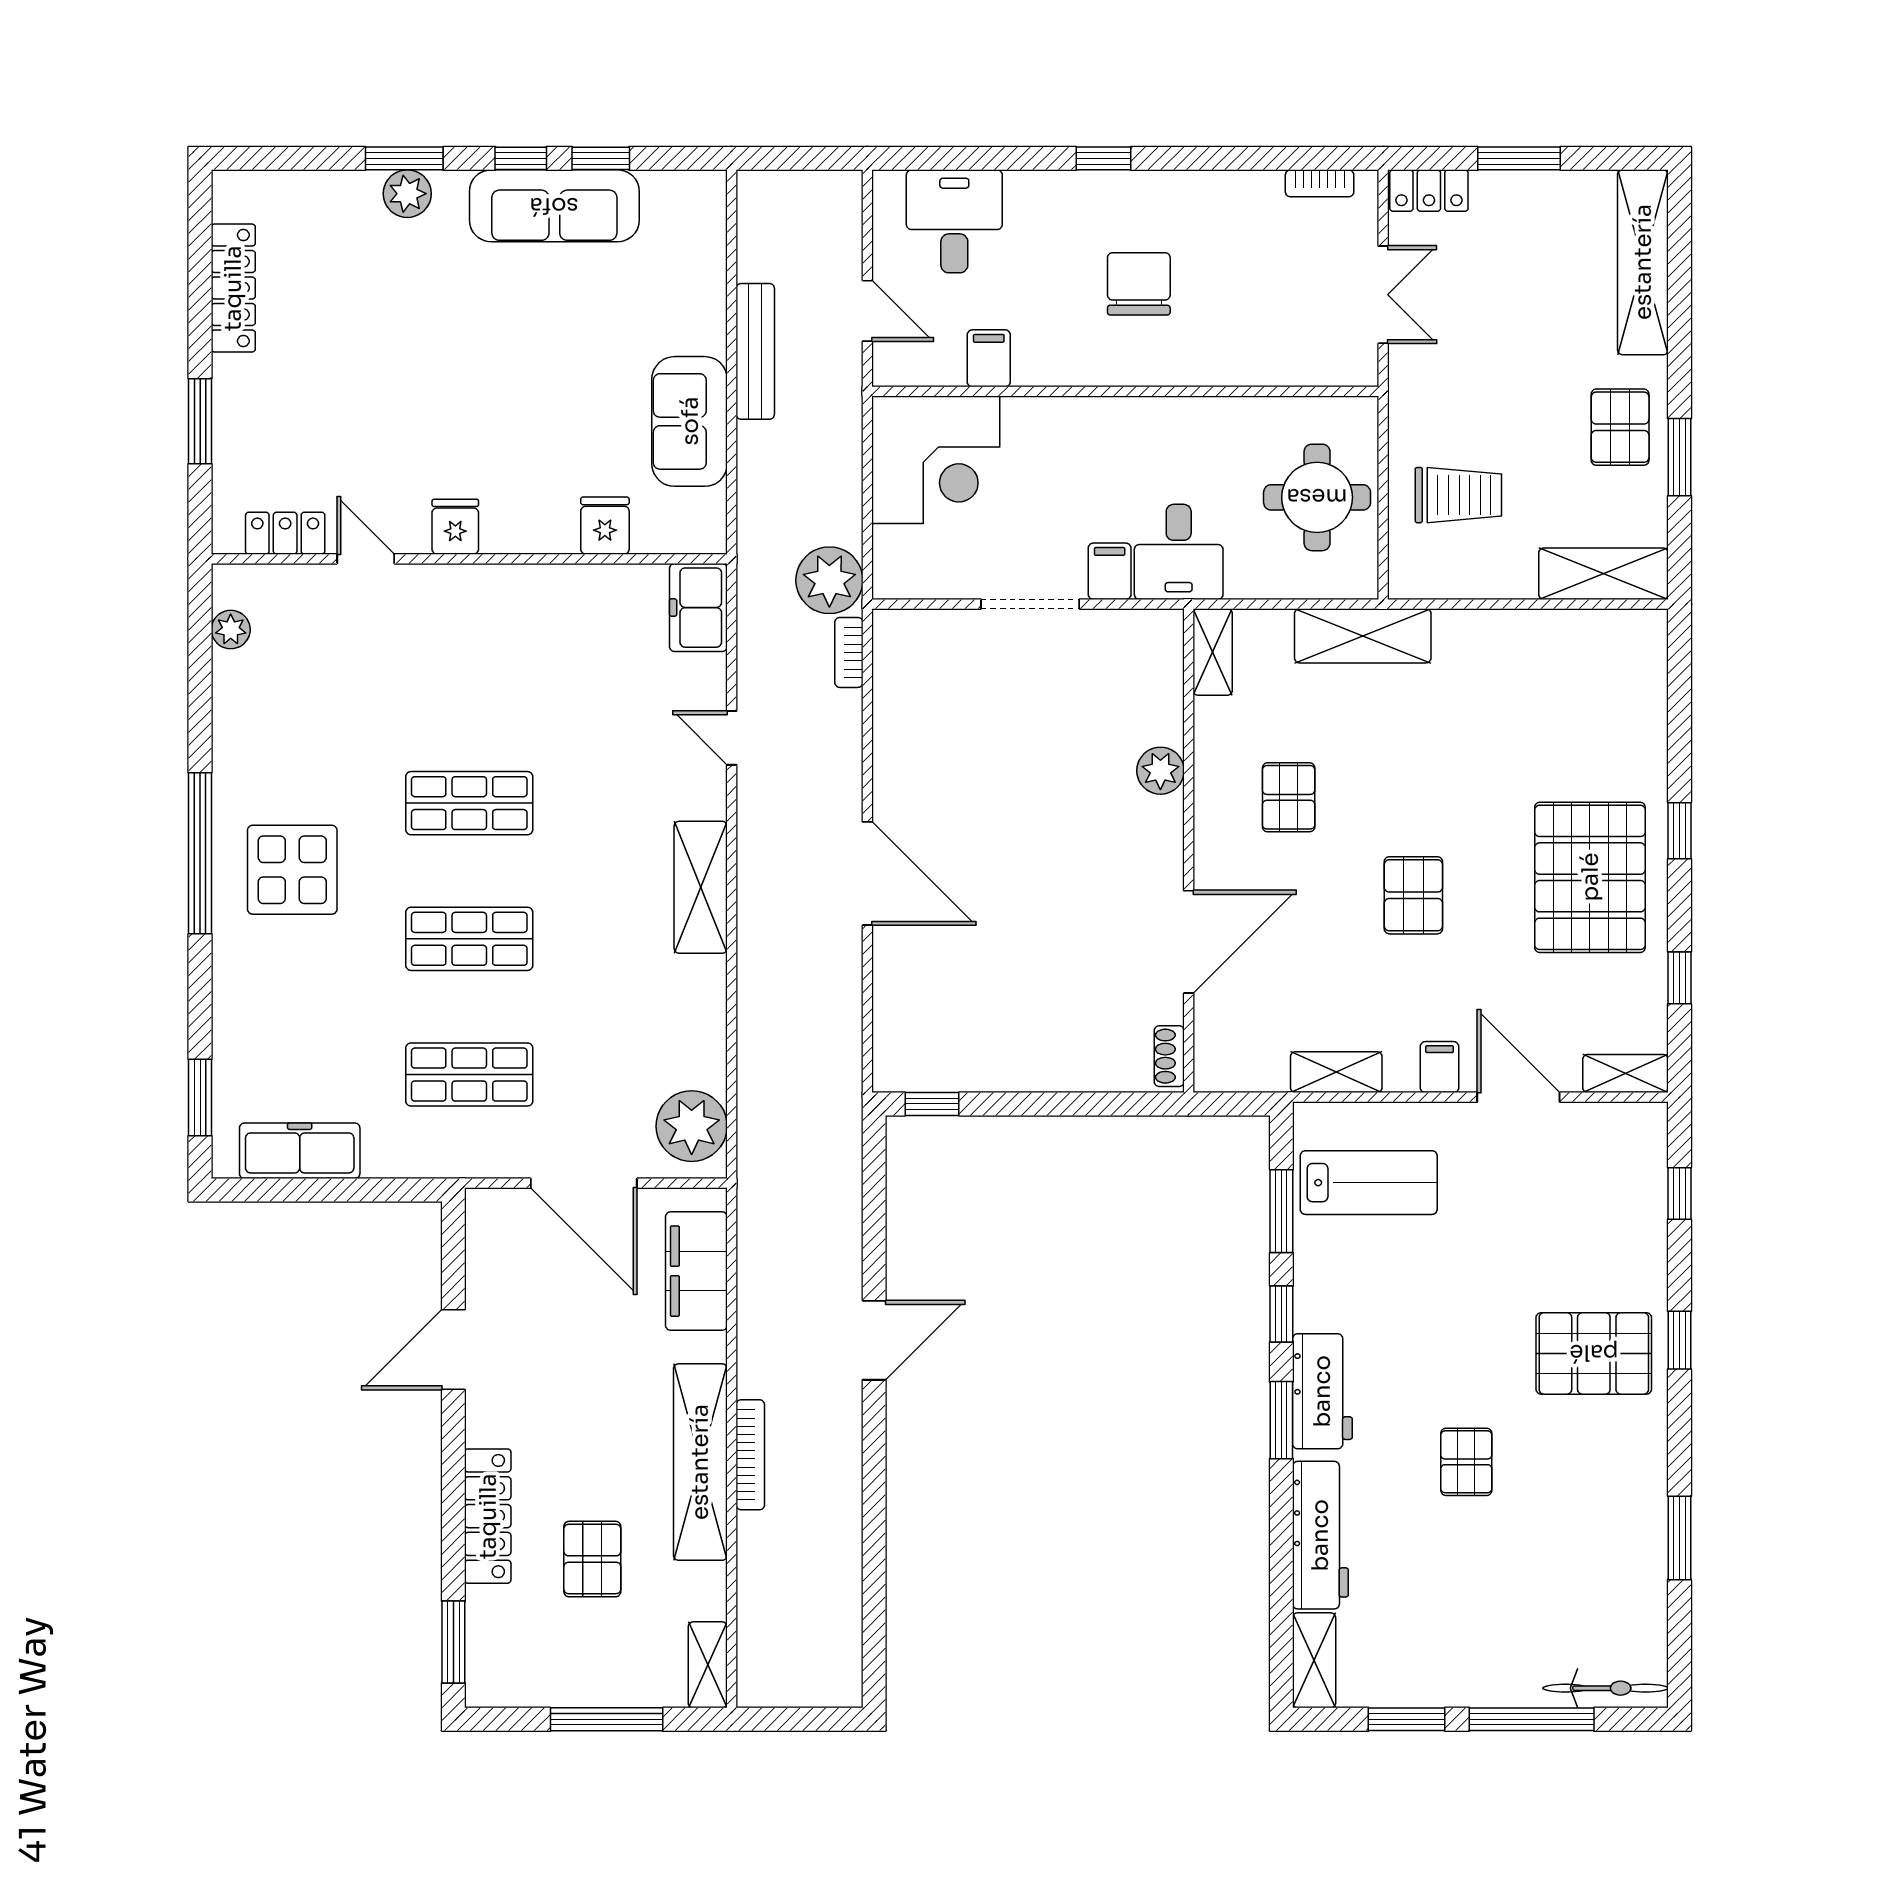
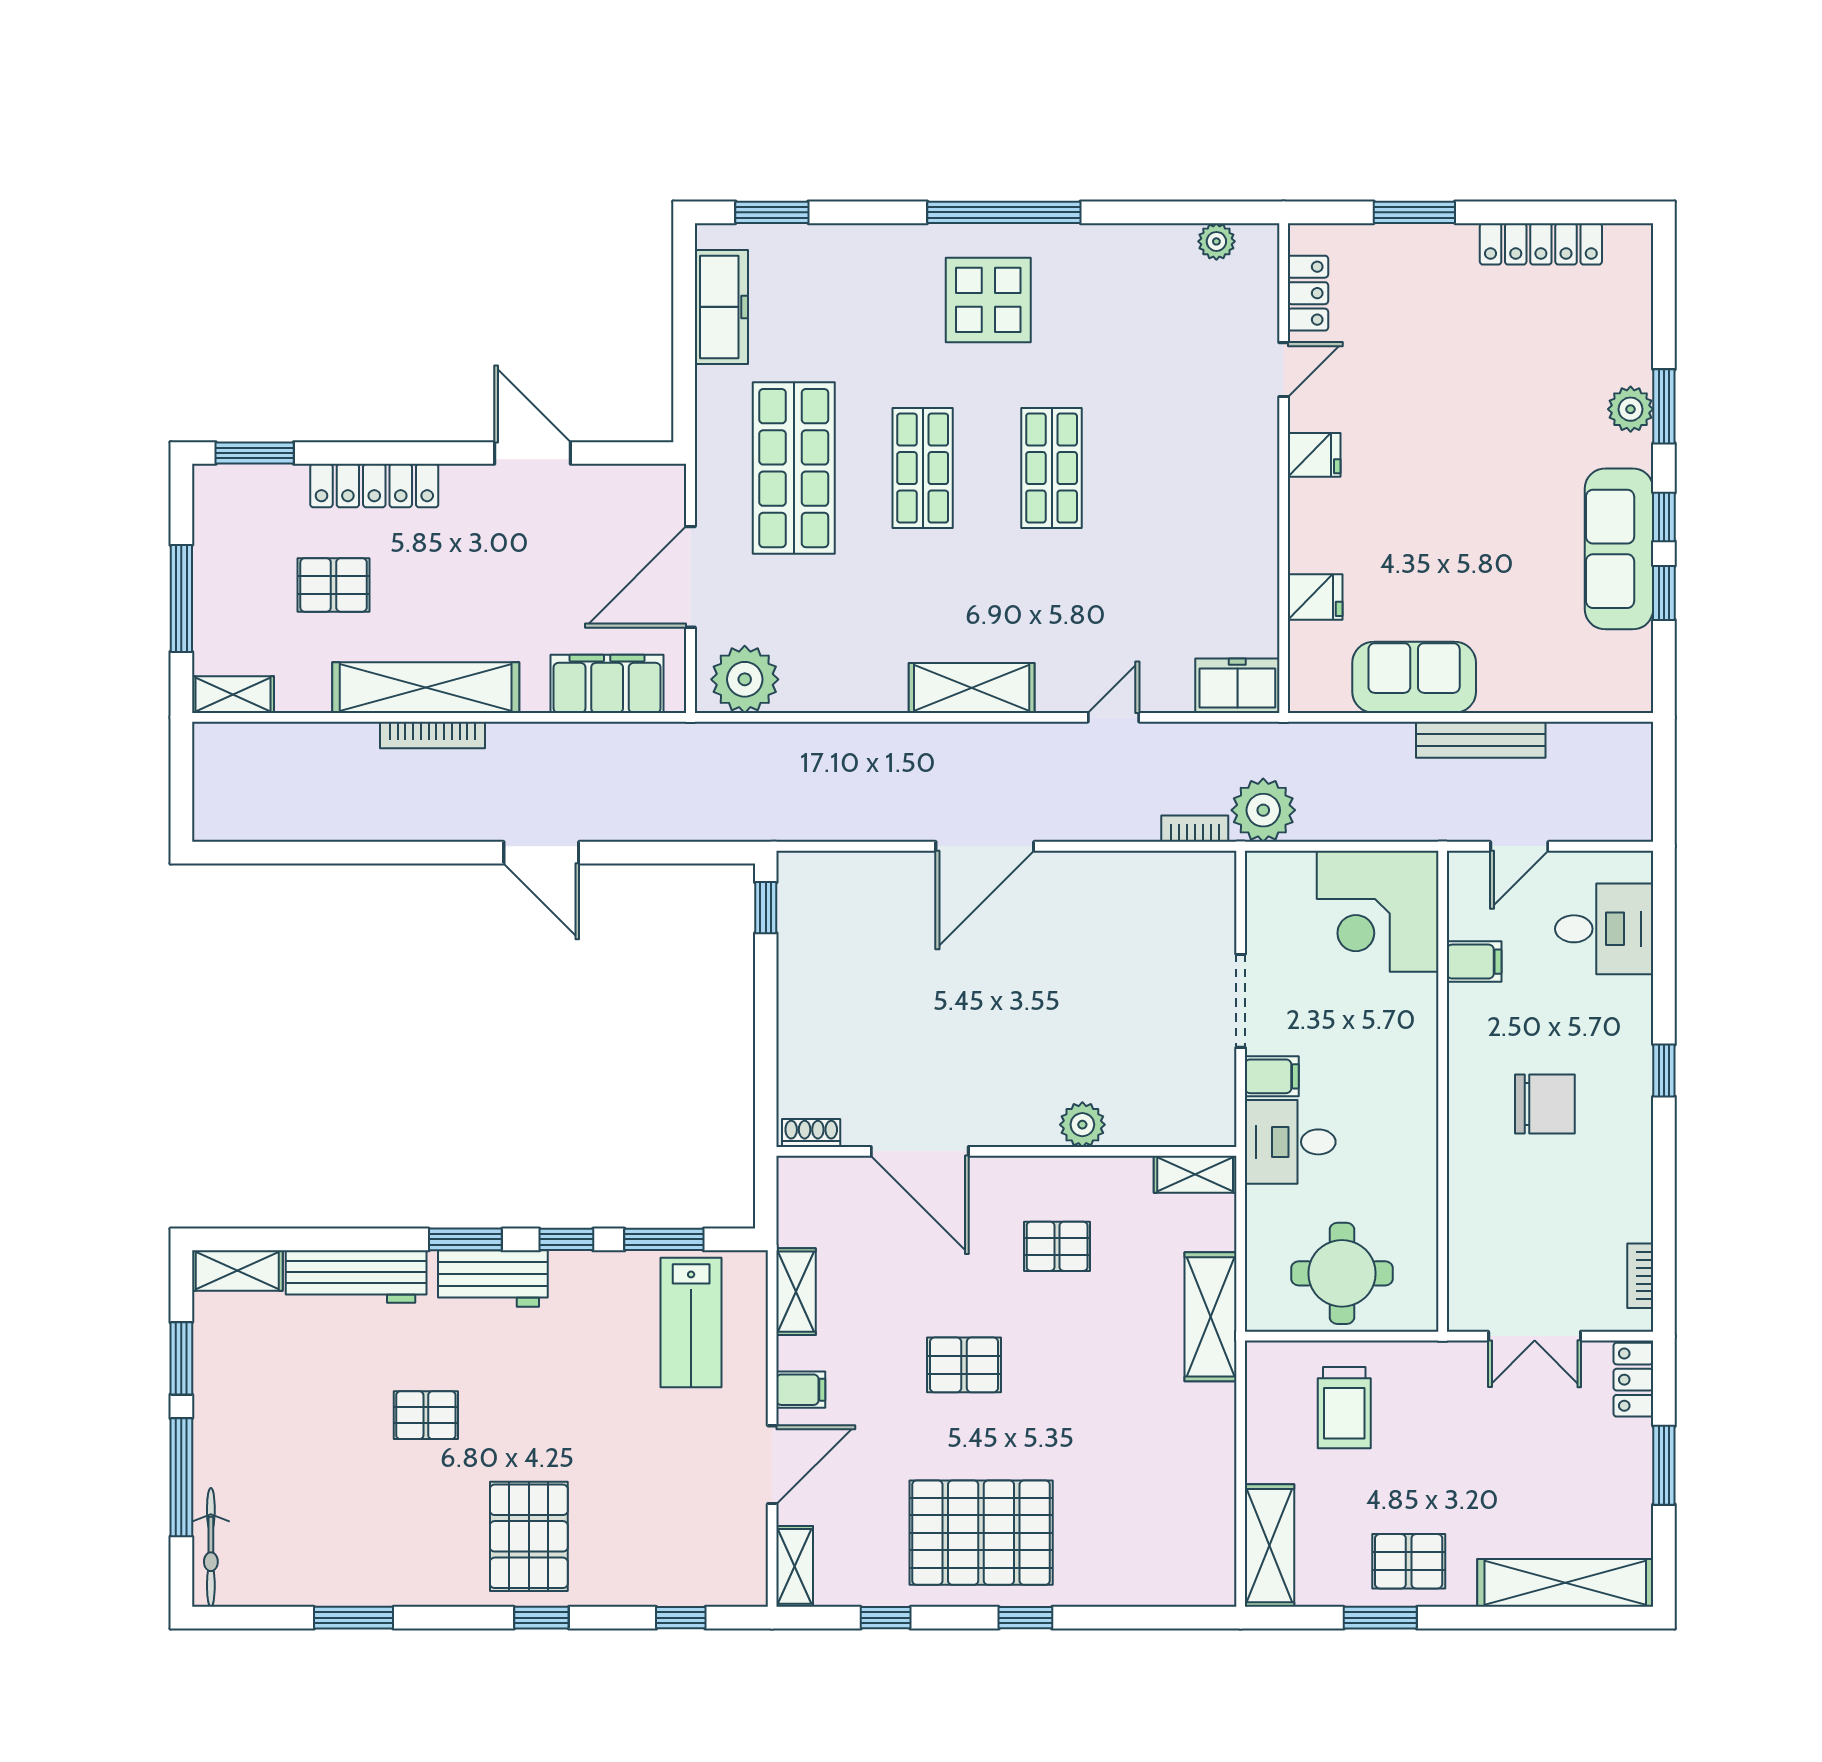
shop shelf: (469, 1075) -> (794, 468), width x1.43, depth x1.36

